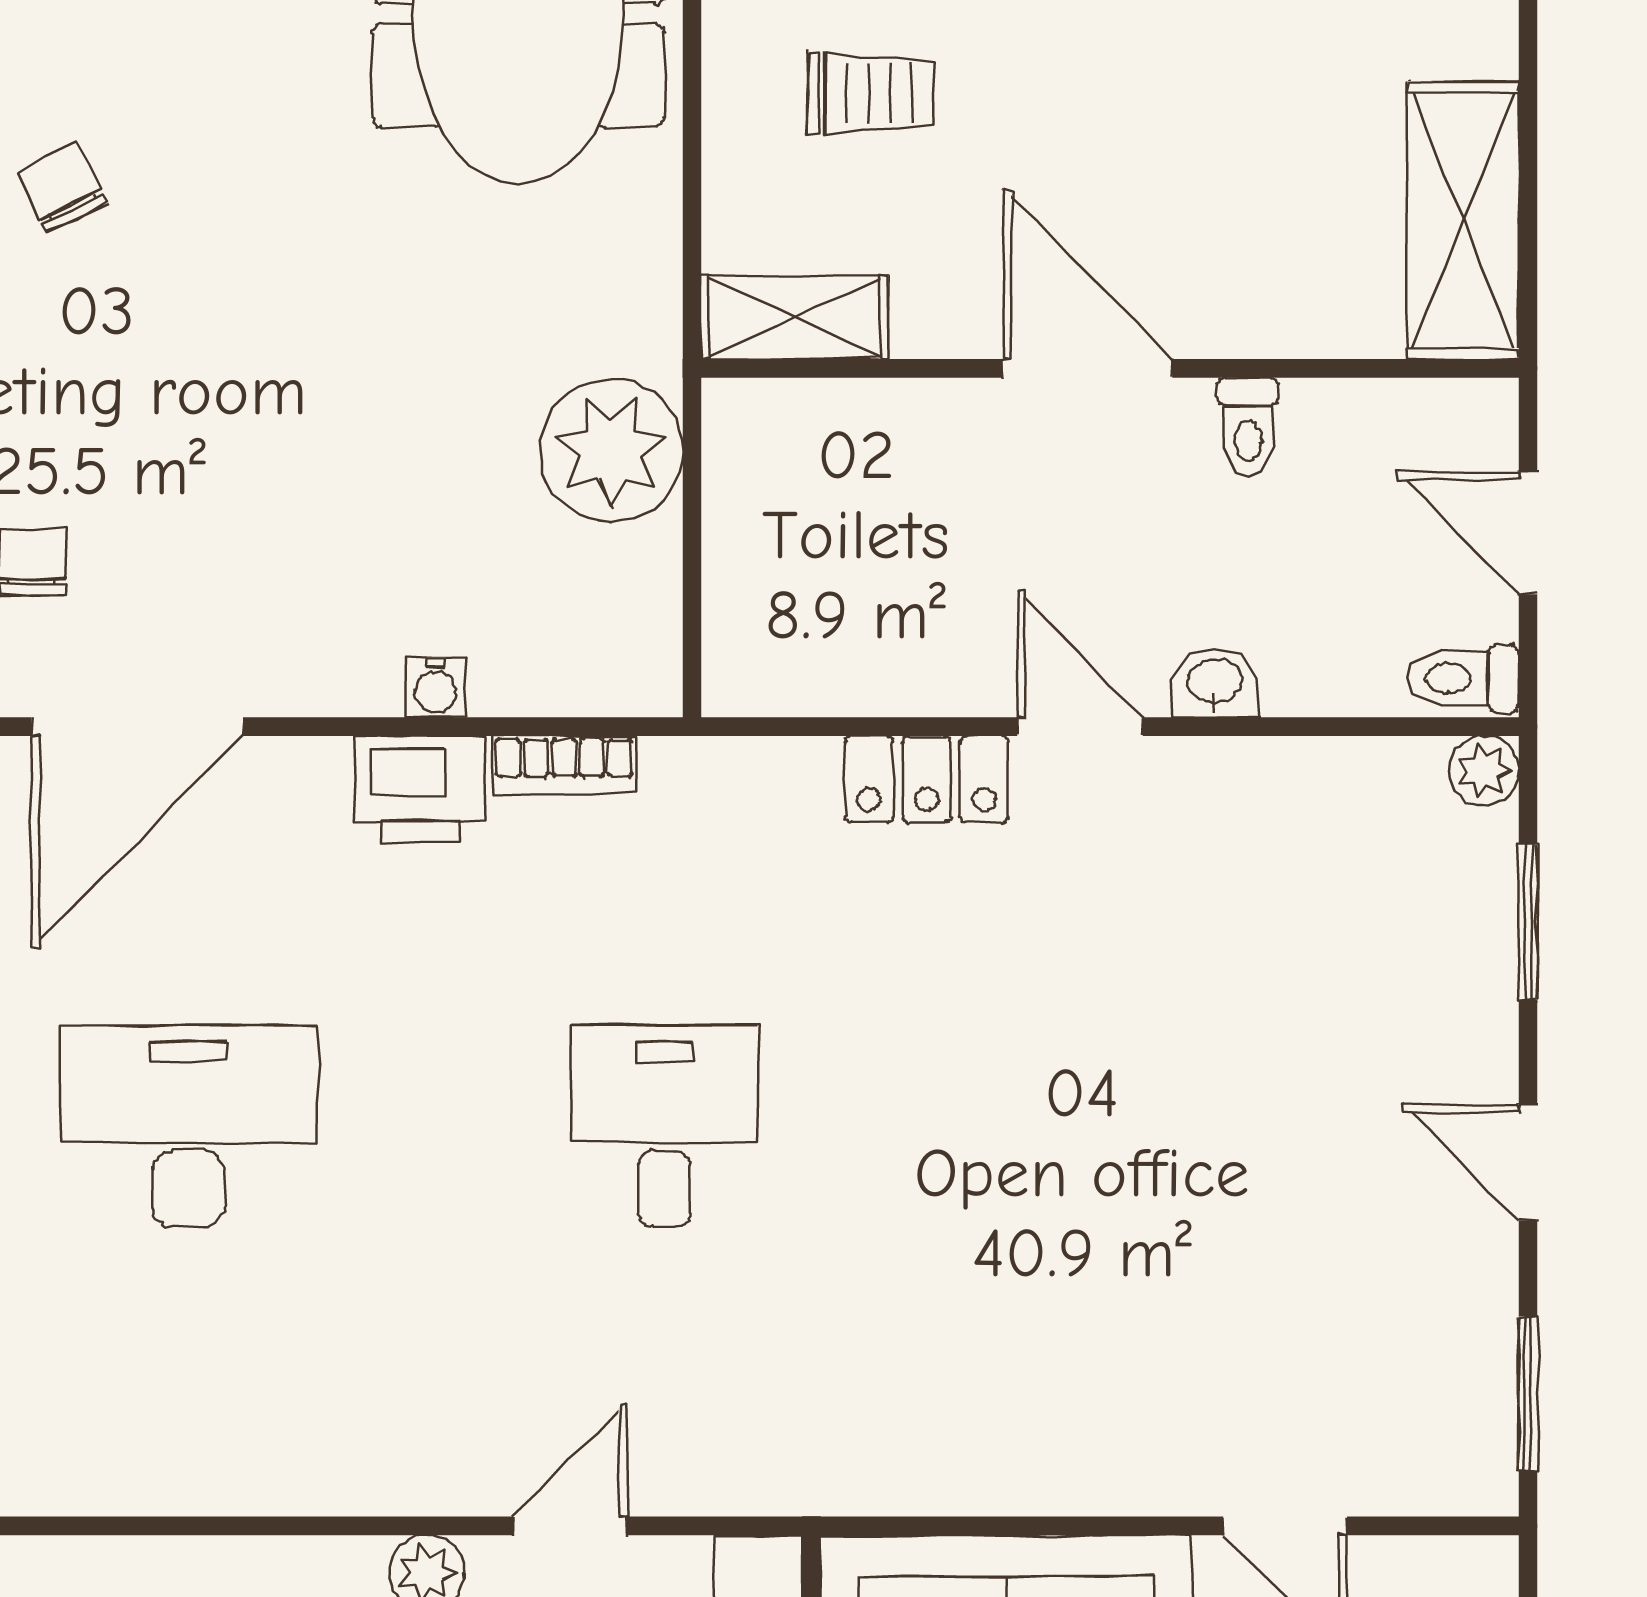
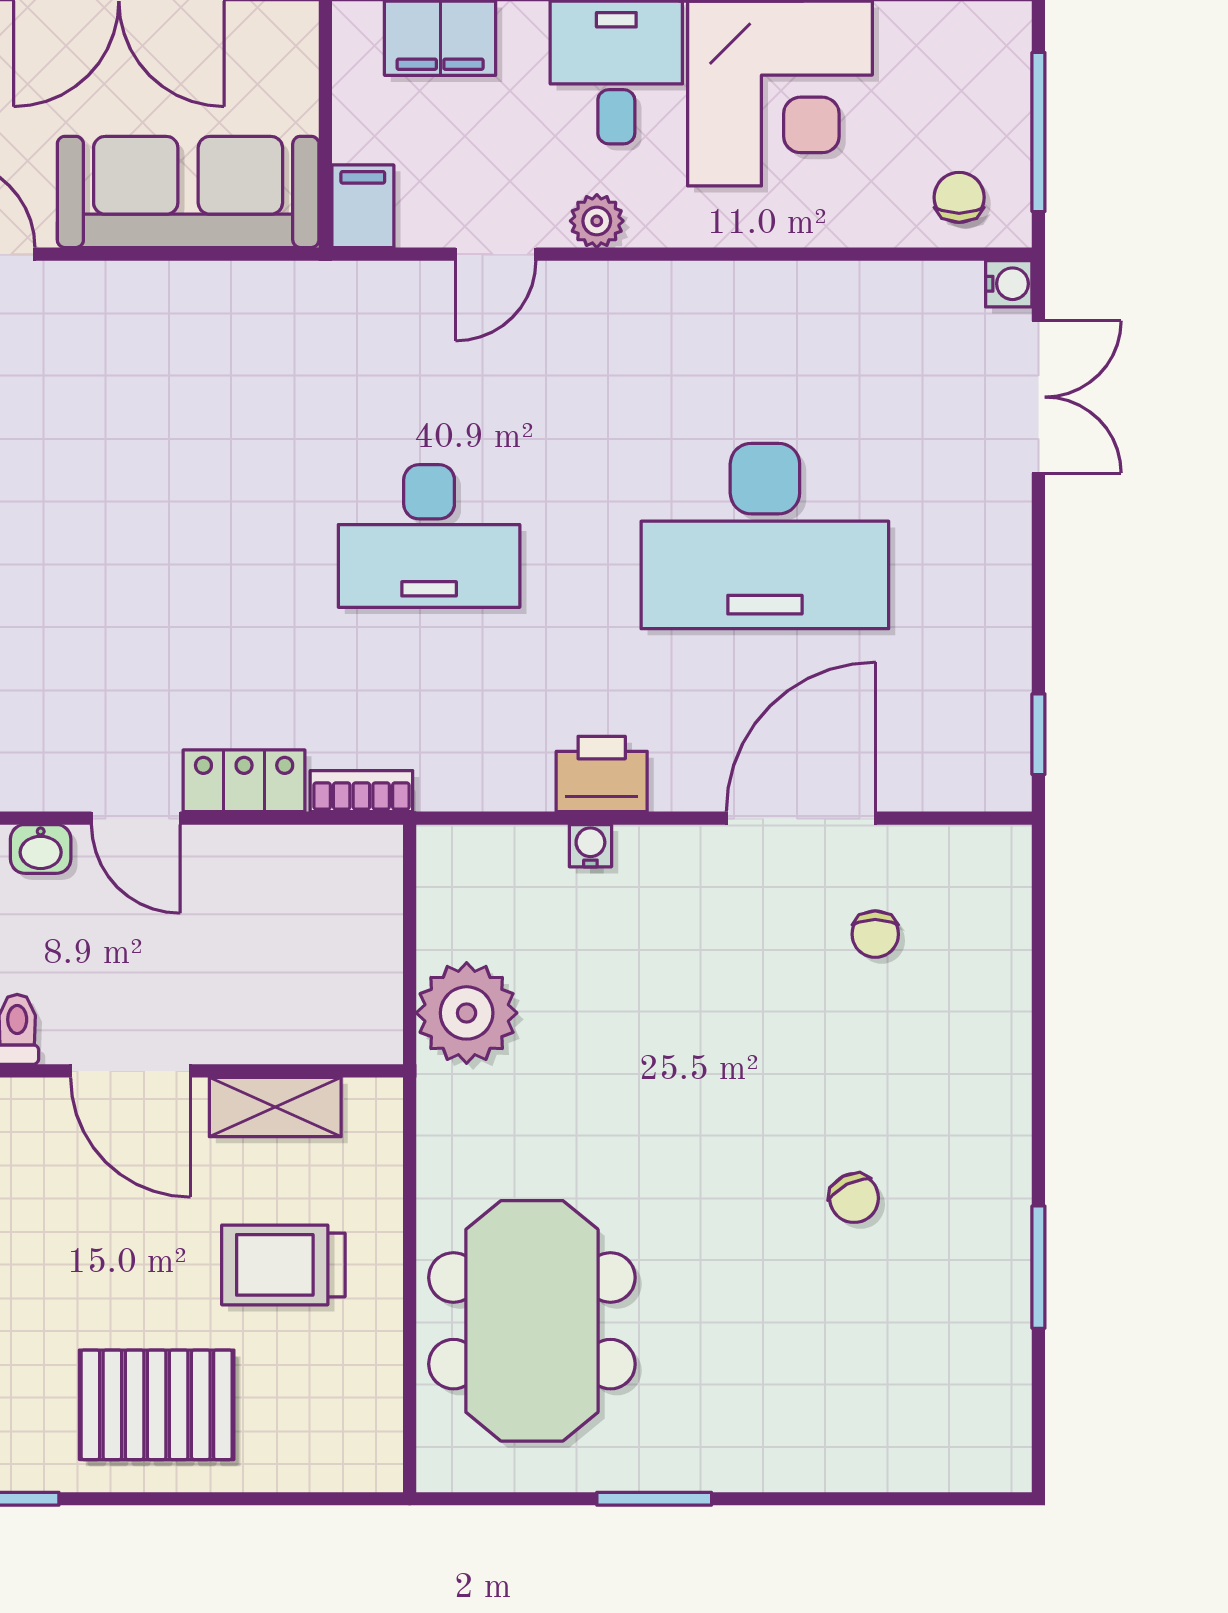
trolley: (871, 93) -> (283, 1265), width x1.36, depth x1.39
shelving: (795, 317) -> (275, 1107), moved
bookcase: (564, 765) -> (361, 791), moved
desk: (188, 1126) -> (765, 536), width x1.36, depth x1.30
desk: (664, 1126) -> (429, 536), width x1.37

